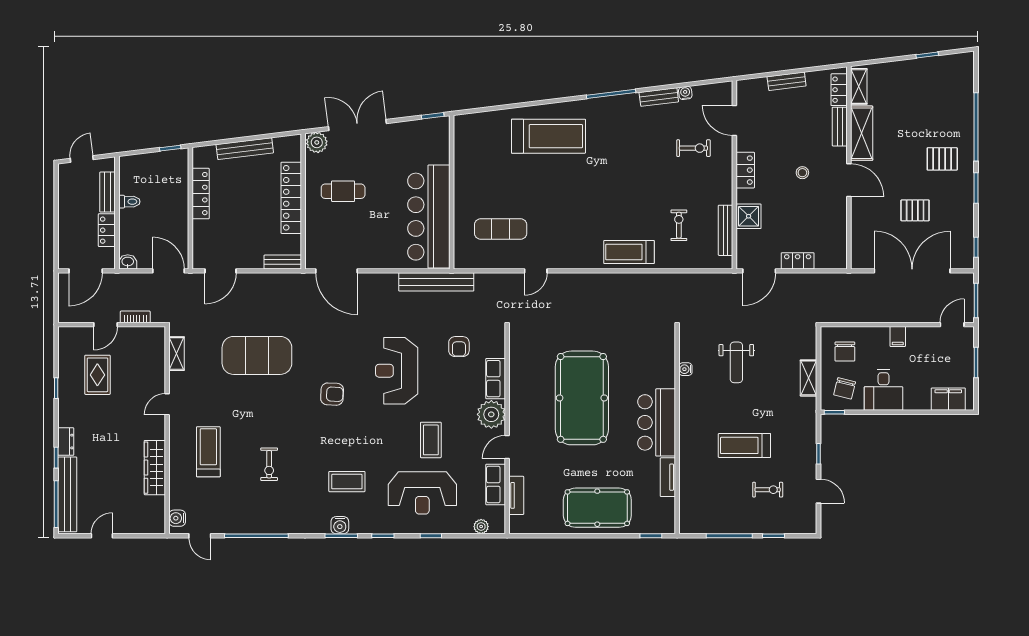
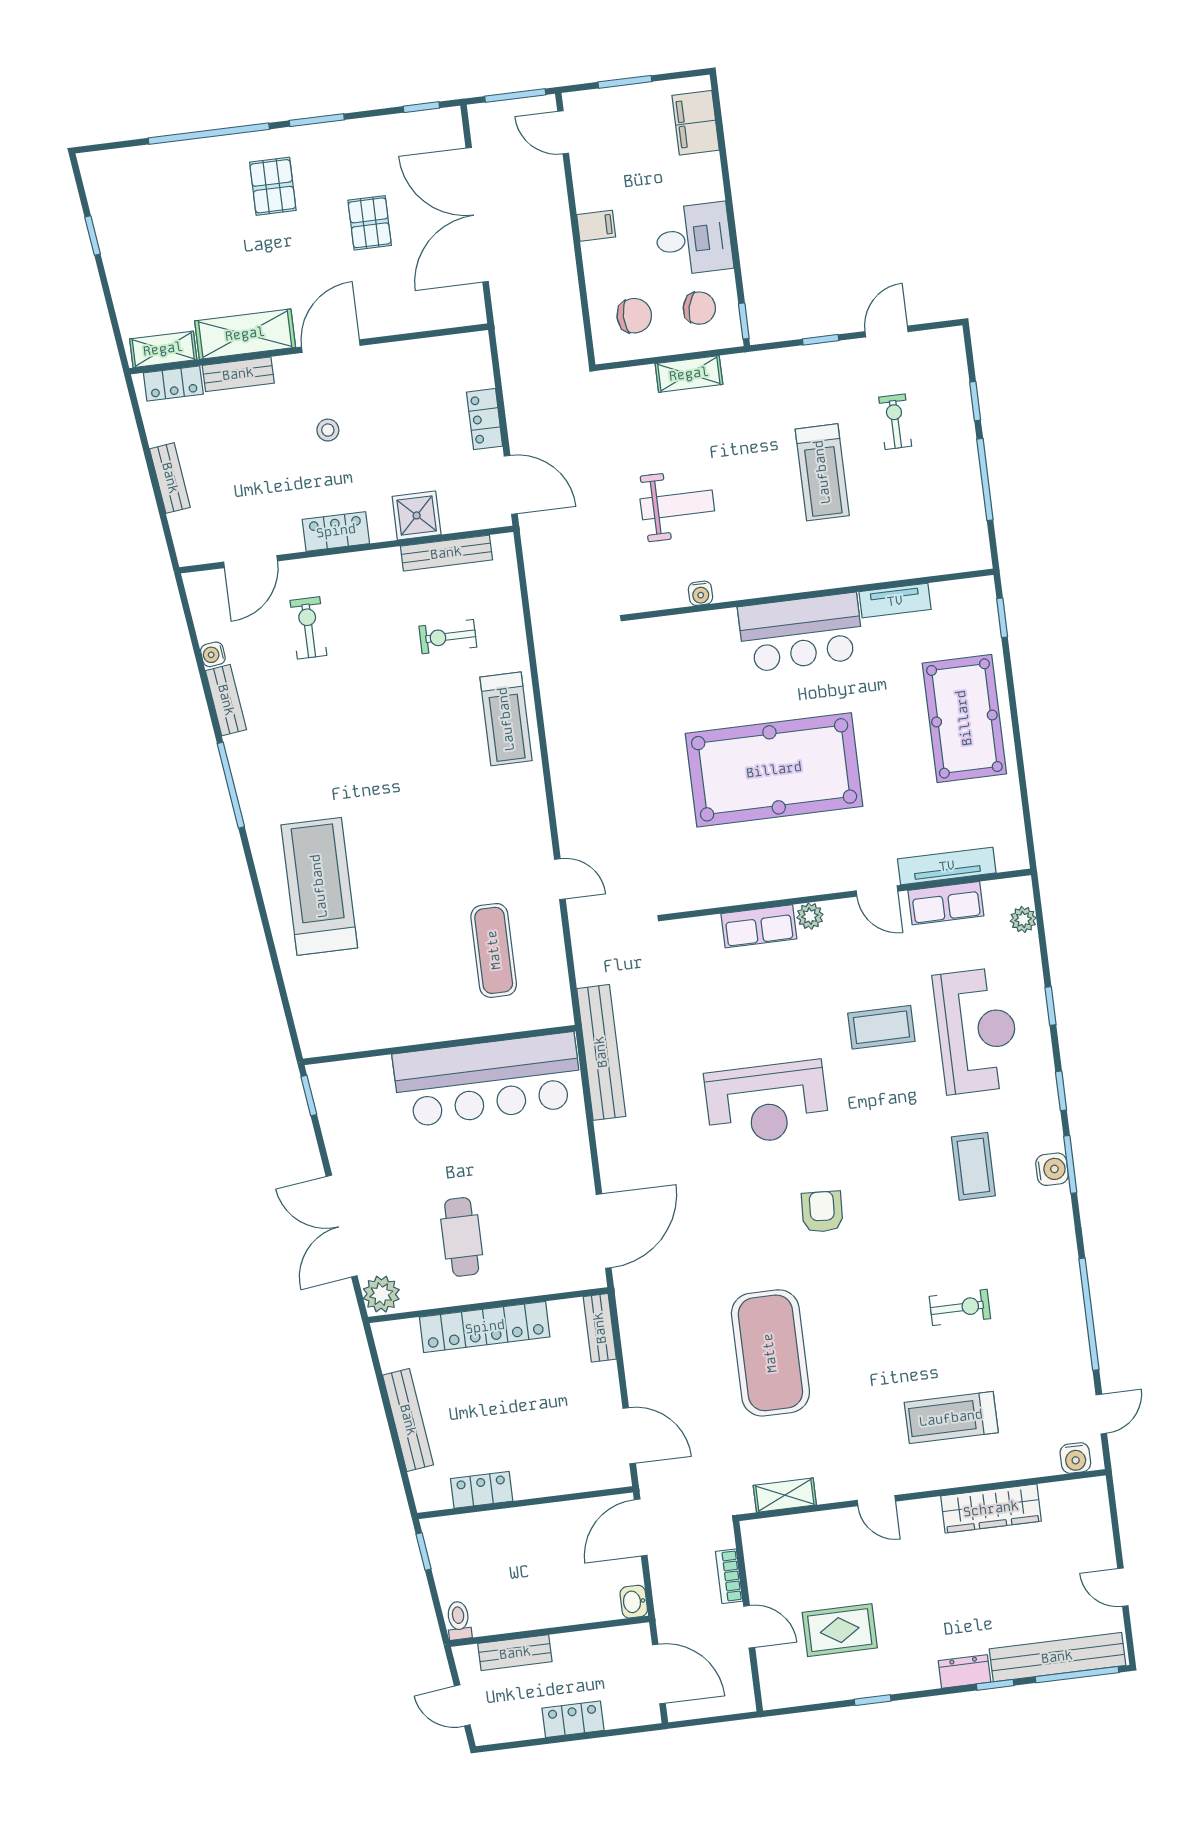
locker: (201, 194) -> (482, 1490), width x0.66
toilet: (129, 202) -> (459, 1620), moved
locker: (107, 230) -> (573, 1719), moved, turned 180
armchair: (459, 347) -> (710, 998), removed
plant: (491, 414) -> (810, 916), width x0.53, depth x0.53
tv unit: (516, 495) -> (947, 866), width x1.41

